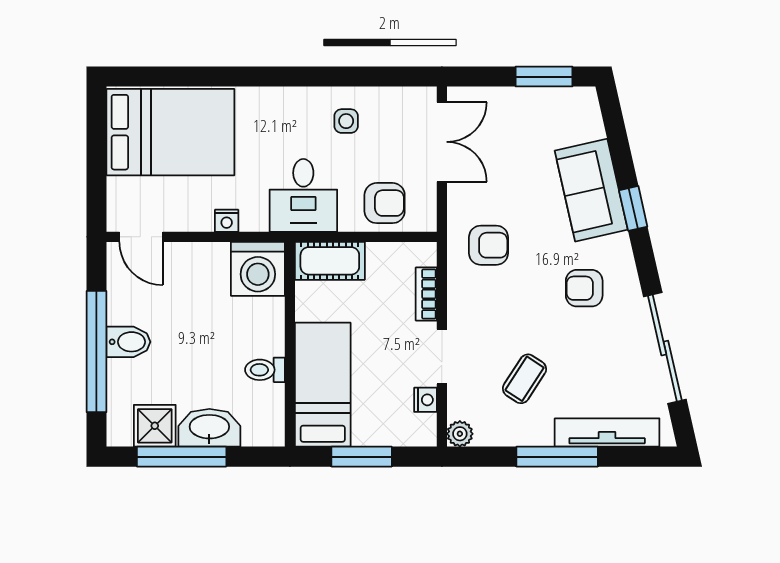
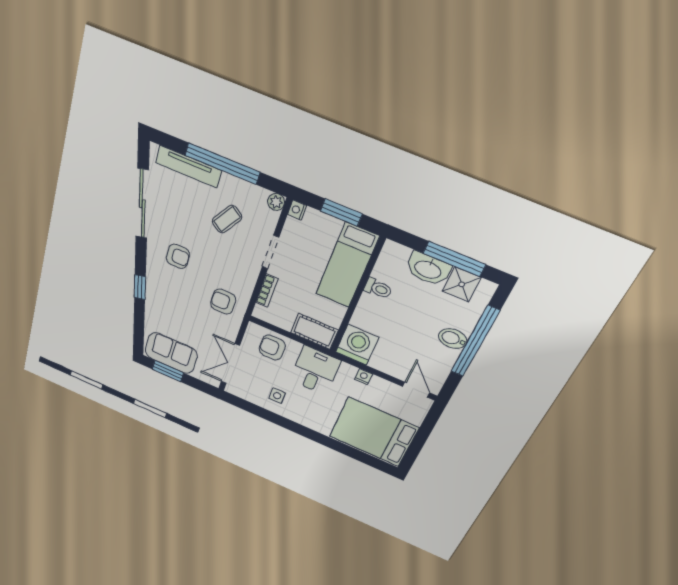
sofa: (591, 190) -> (171, 353), moved, turned -77
nightstand: (426, 400) -> (297, 210), moved
window: (557, 457) -> (222, 164), width x1.46

